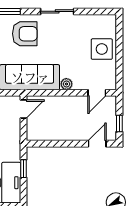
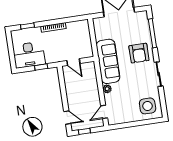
side table: (102, 49) -> (148, 106), moved
door: (97, 93) -> (104, 112), hinge flipped
door: (23, 109) -> (73, 62), moved

